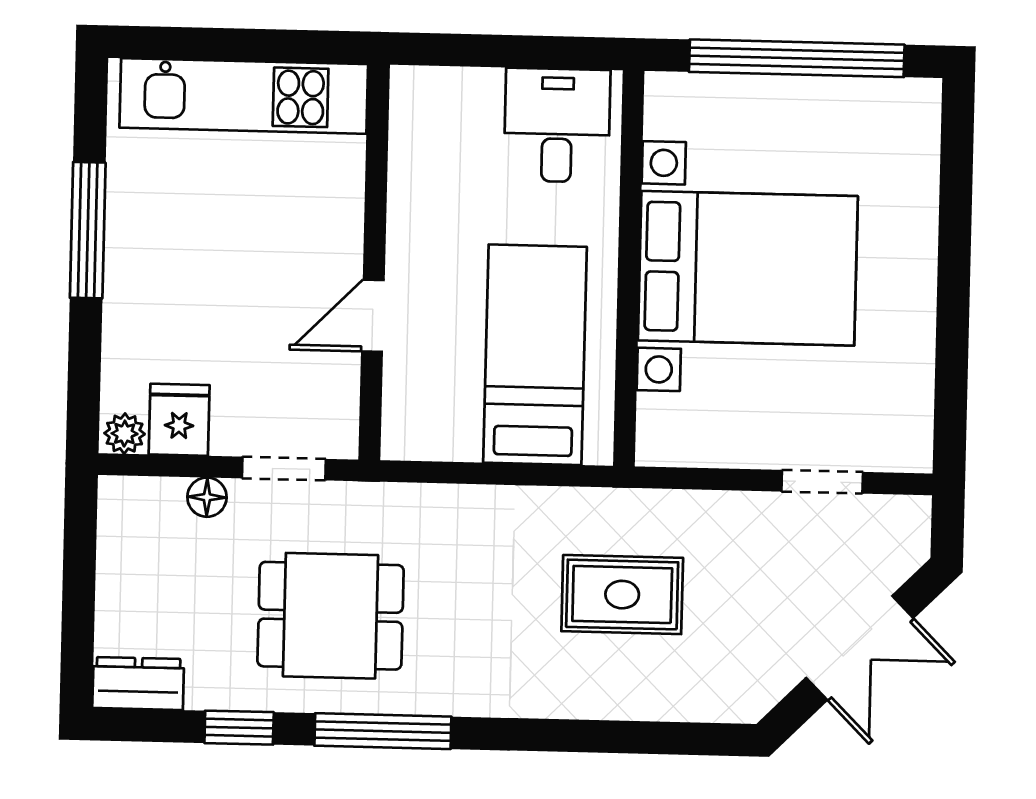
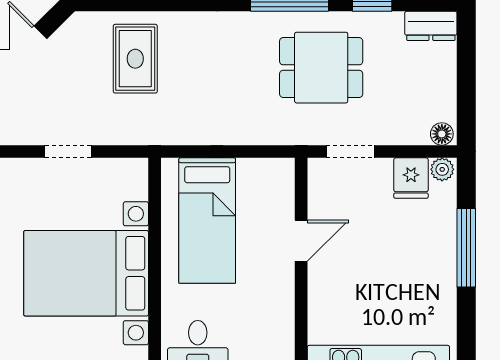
window: (88, 230) -> (466, 248), moved
doorway: (822, 482) -> (68, 151), moved
floor lamp: (207, 497) -> (442, 134), moved
rug: (622, 595) -> (135, 59), moved, turned 90

